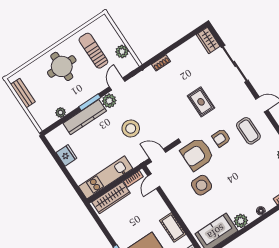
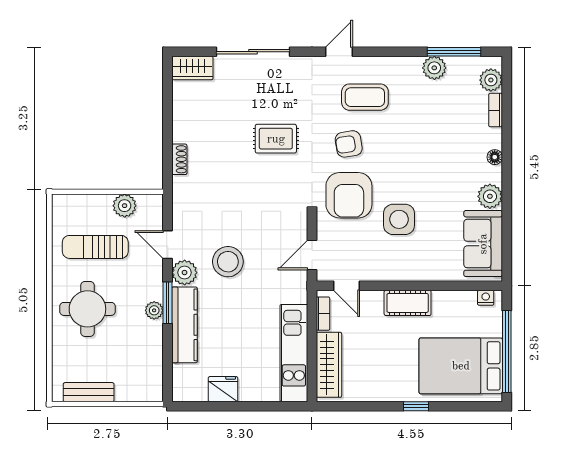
plant: (61, 112) -> (154, 310), moved
stool: (131, 128) -> (228, 262), moved
armchair: (221, 138) -> (349, 144), turned 81
cot: (173, 227) -> (408, 303), moved

